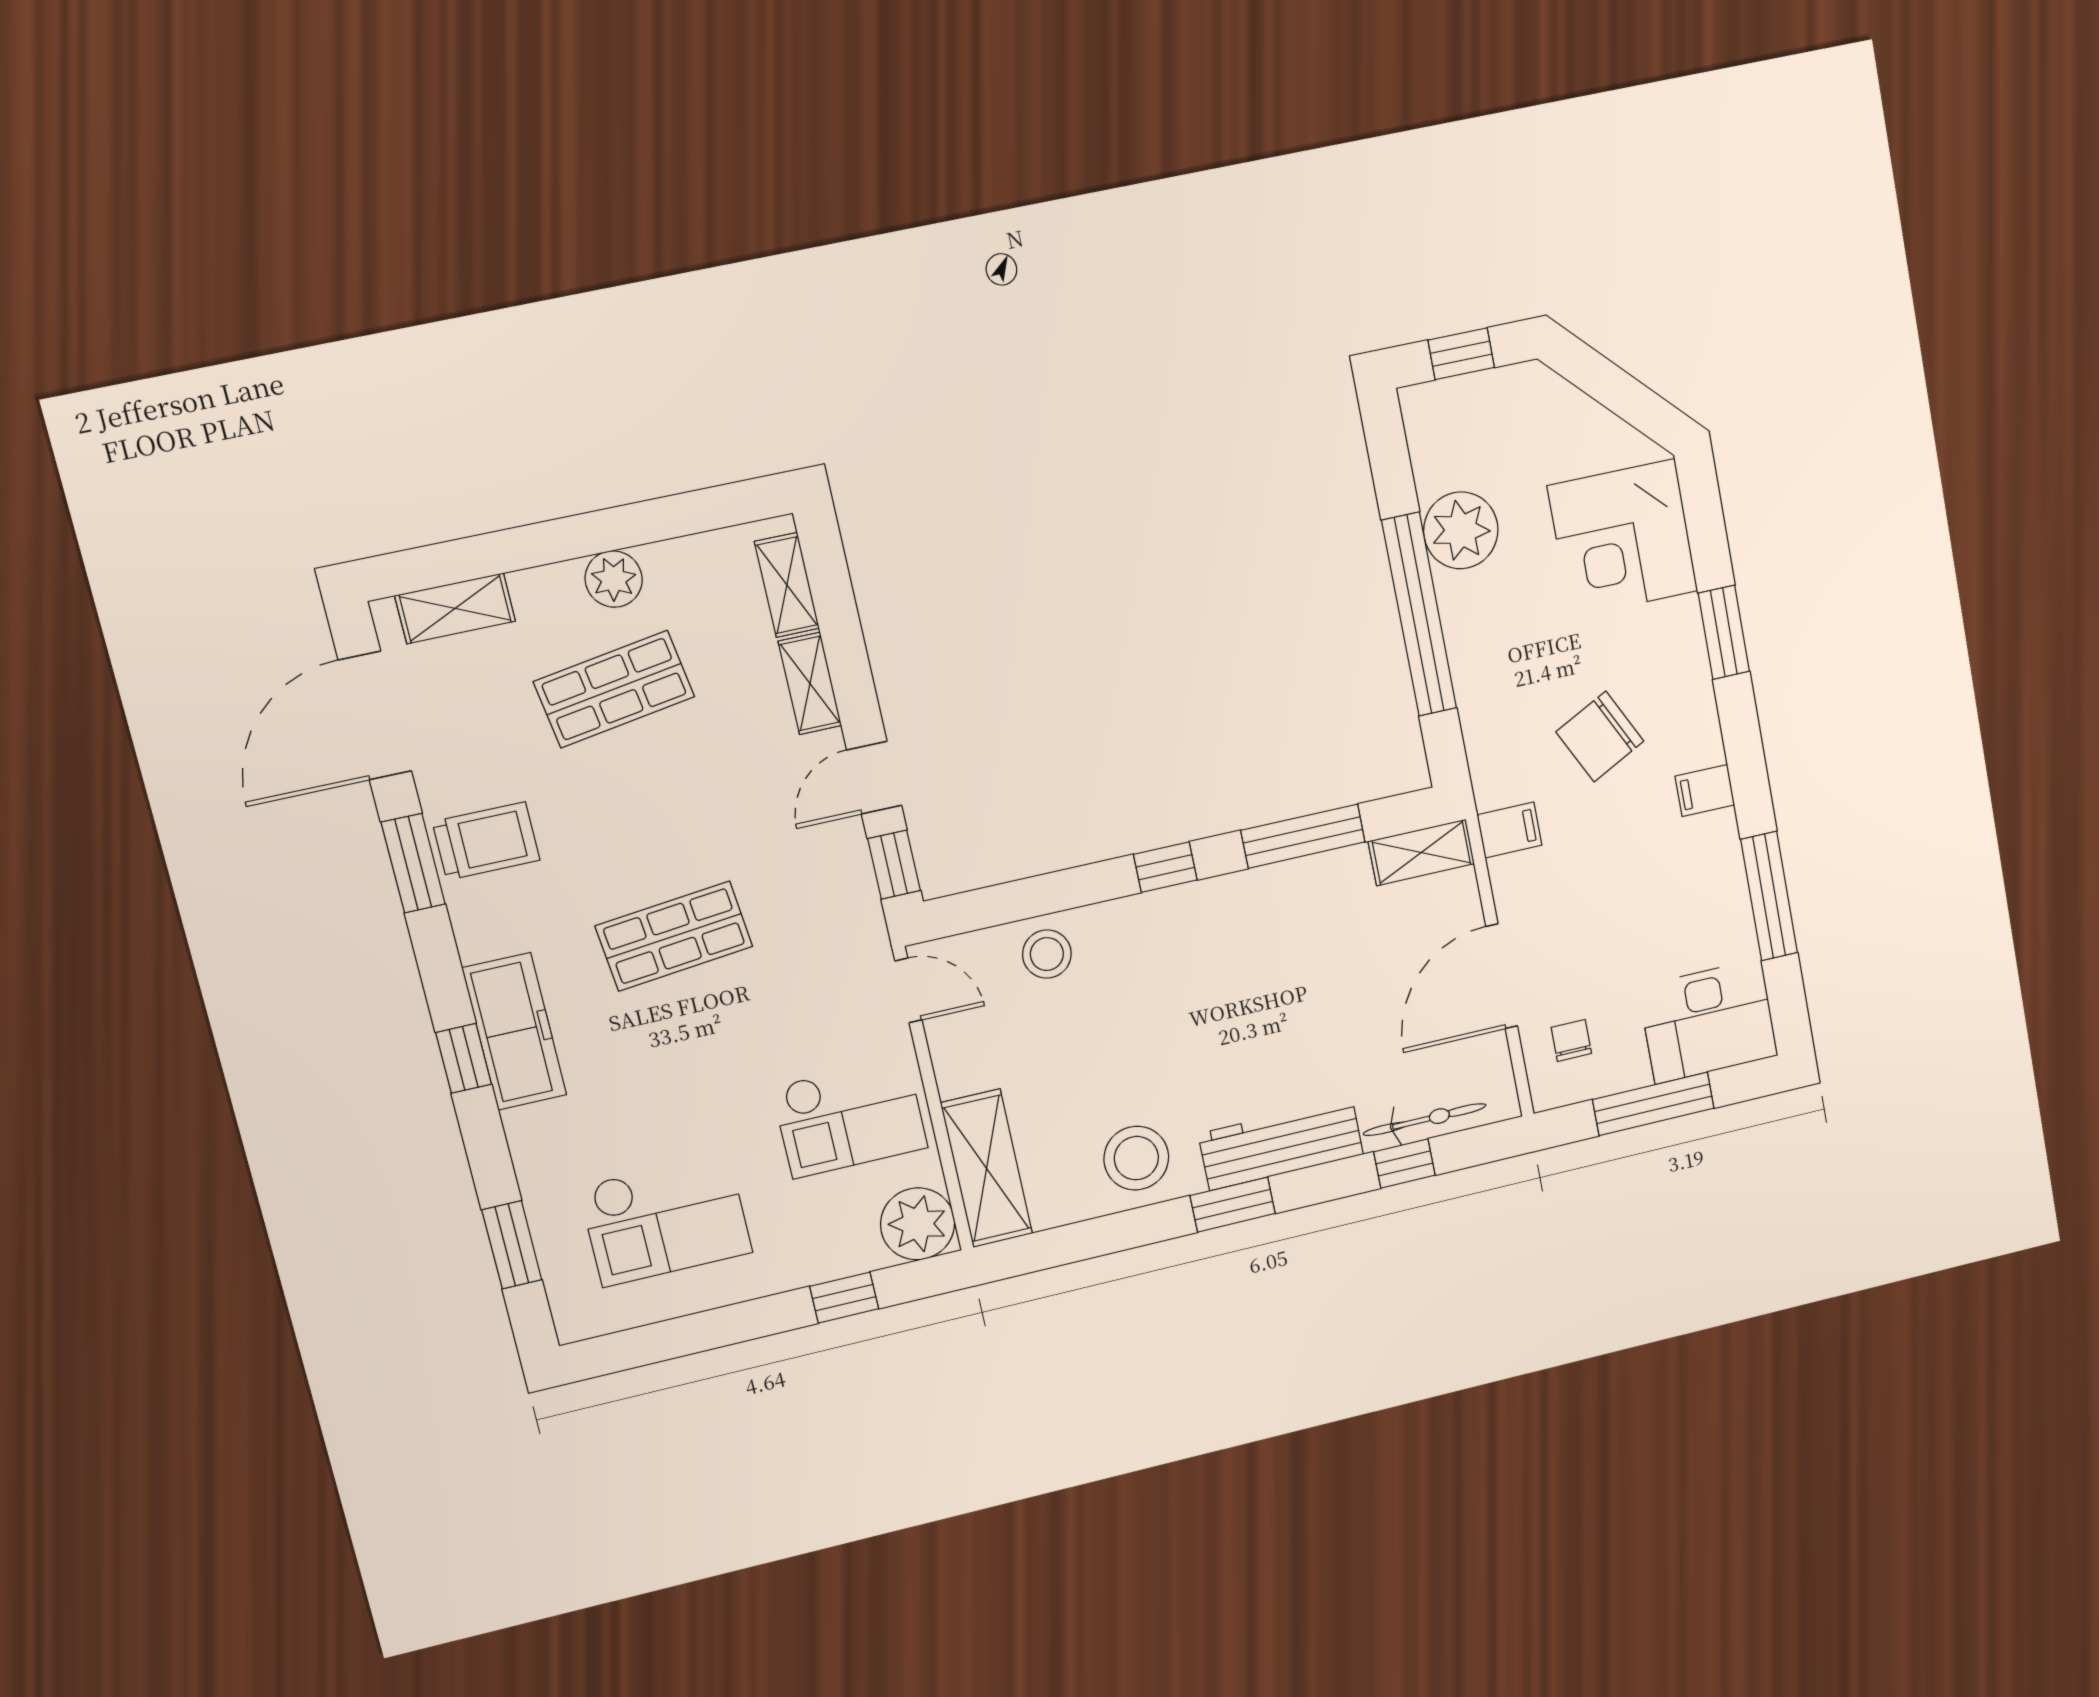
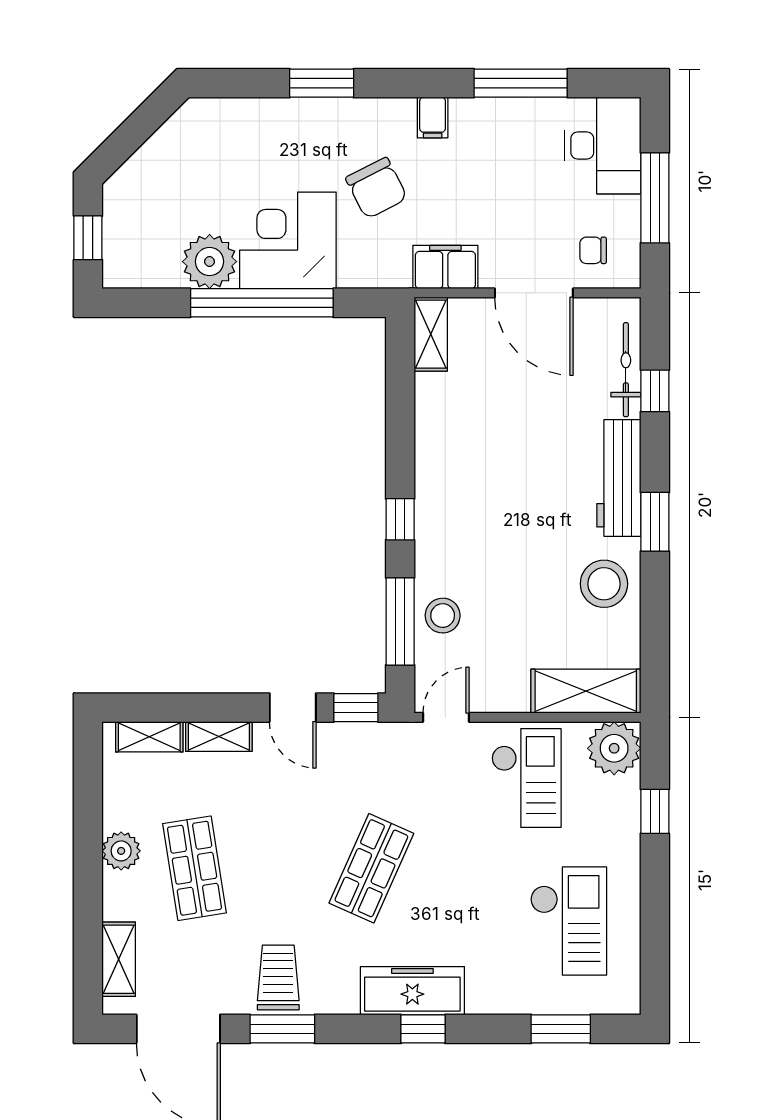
corner desk: (1623, 539) -> (288, 240), moved, turned 180
filing cabinet: (1509, 830) -> (445, 267), width x2.00
window: (1303, 836) -> (400, 621), moved
shop shelf: (674, 936) -> (371, 868), turned 30

